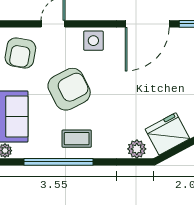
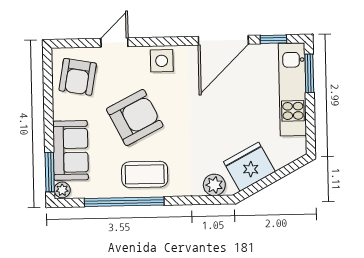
coffee table: (77, 139) -> (145, 174), width x1.36, depth x1.30

